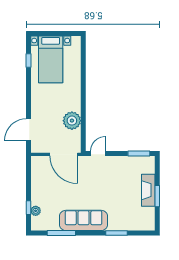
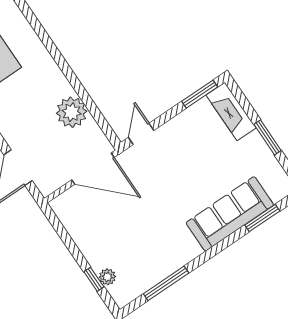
fireplace: (148, 190) -> (231, 111), moved
sofa: (84, 220) -> (230, 214), moved
window: (117, 233) -> (262, 218), moved

